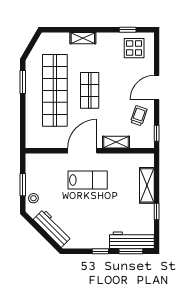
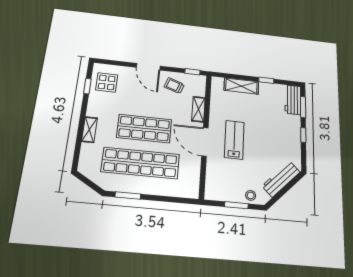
shop shelf: (90, 90) -> (144, 129), width x1.43, depth x1.36
workbench: (132, 240) -> (293, 100), width x0.73

